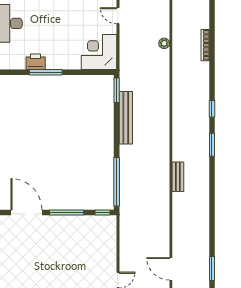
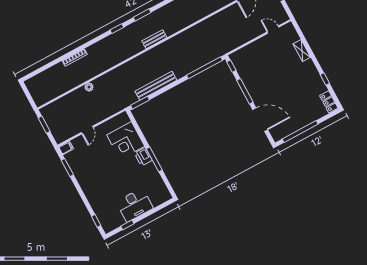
corner desk: (99, 52) -> (126, 141), moved
printer: (36, 62) -> (143, 157), moved
bench: (178, 177) -> (154, 39), moved
door: (26, 212) -> (260, 120), swing flipped

